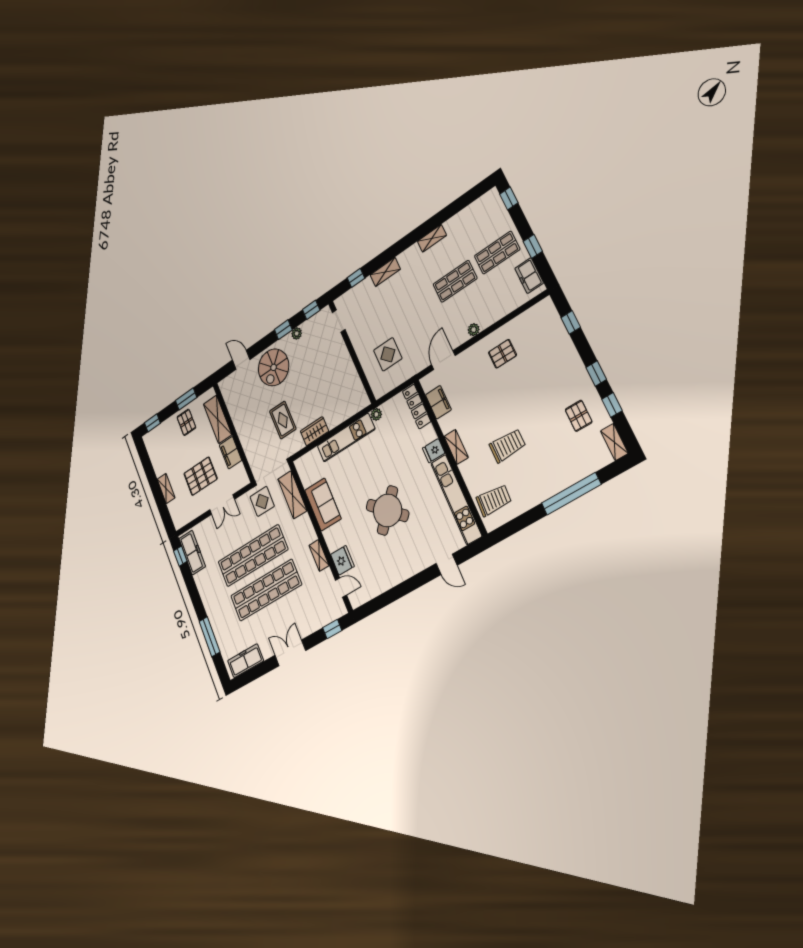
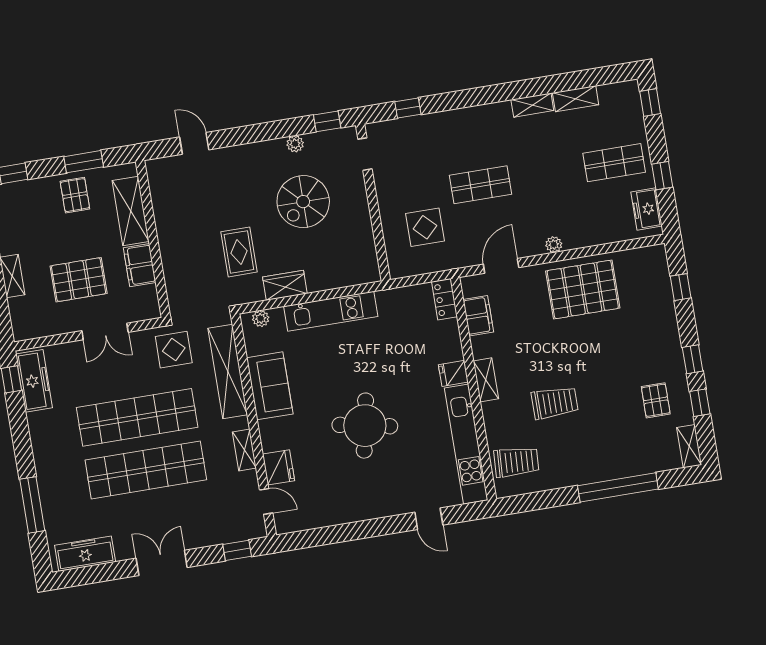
shelving: (385, 272) -> (576, 99), moved
shop shelf: (455, 281) -> (480, 185), moved
window: (283, 330) -> (275, 130), removed
pallet: (502, 354) -> (583, 289), width x2.05, depth x2.00
spiral stairs: (274, 367) -> (303, 202), moved
locker: (417, 406) -> (444, 299), width x0.66
plant: (376, 414) -> (261, 318), moved
shelving: (292, 495) -> (228, 372), width x1.47
round table: (387, 510) -> (365, 426), turned -31

